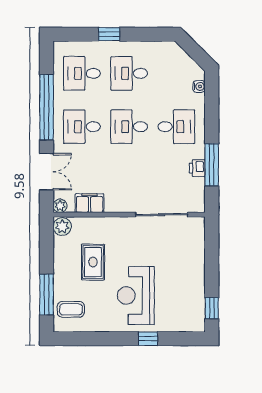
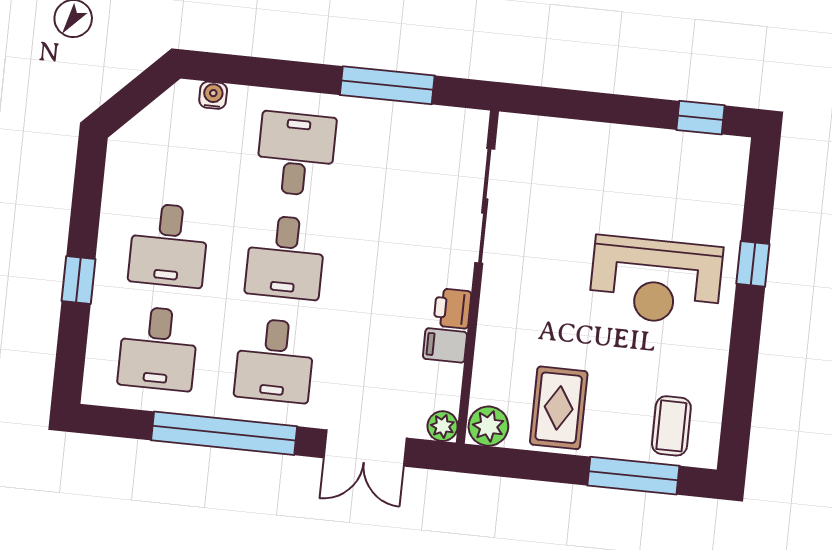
printer: (197, 168) -> (452, 308), moved, turned 90
double door: (47, 172) -> (365, 448), swing flipped
filing cabinet: (90, 203) -> (445, 345), width x0.50
rug: (93, 262) -> (559, 408), moved, turned 90

